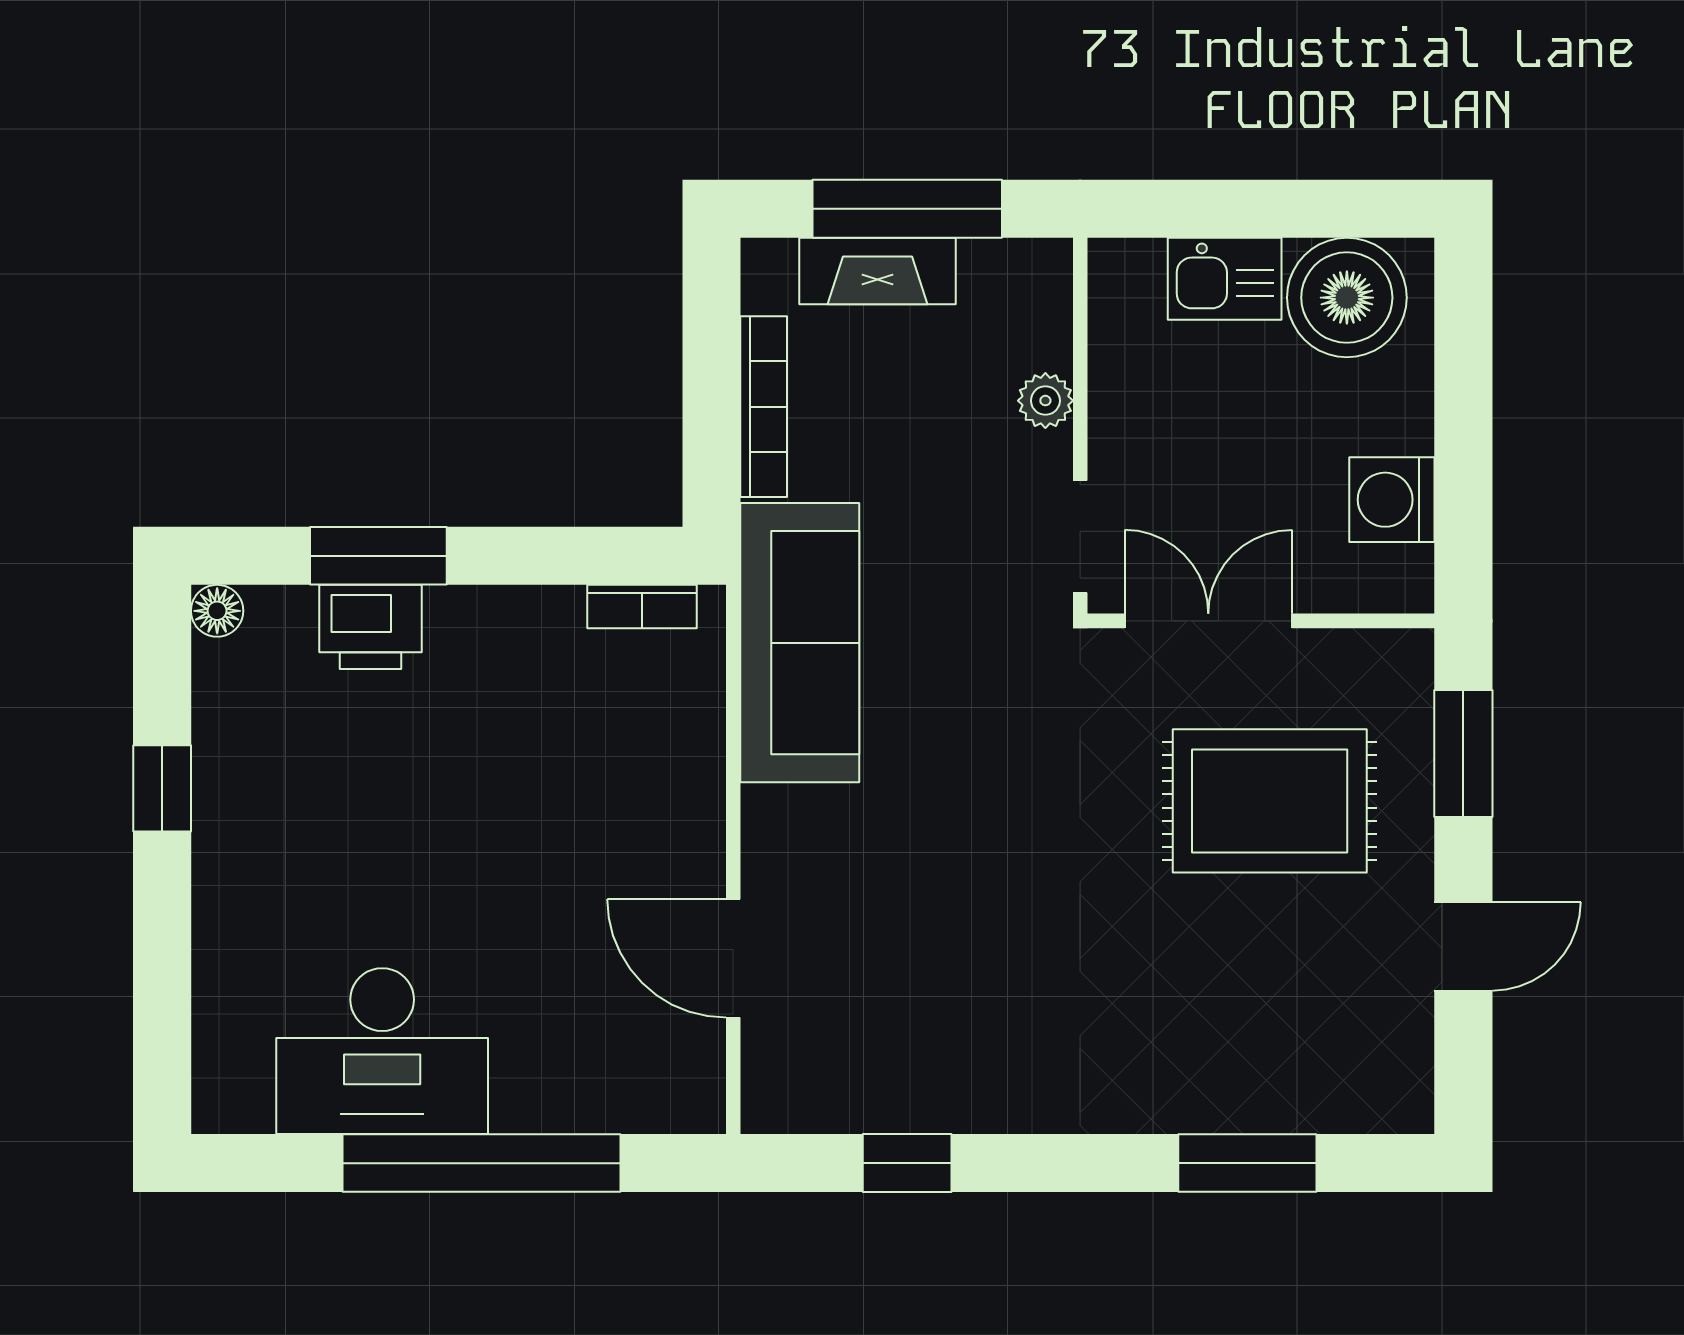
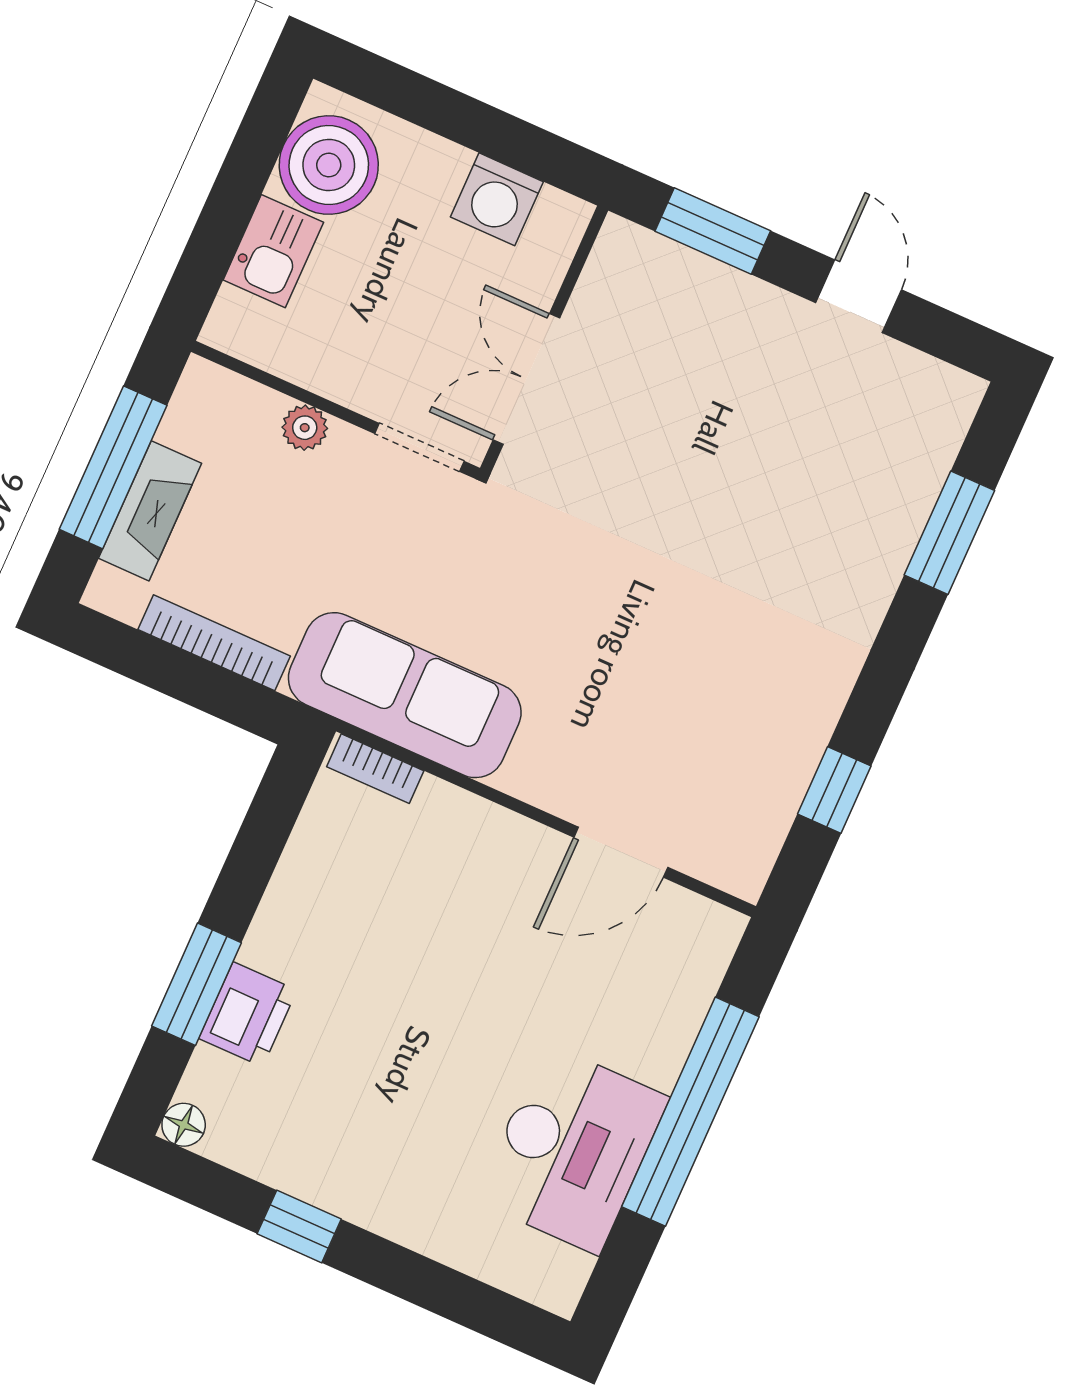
bookcase: (642, 607) -> (375, 769), moved, turned 90
rug: (1270, 801) -> (683, 394), removed

